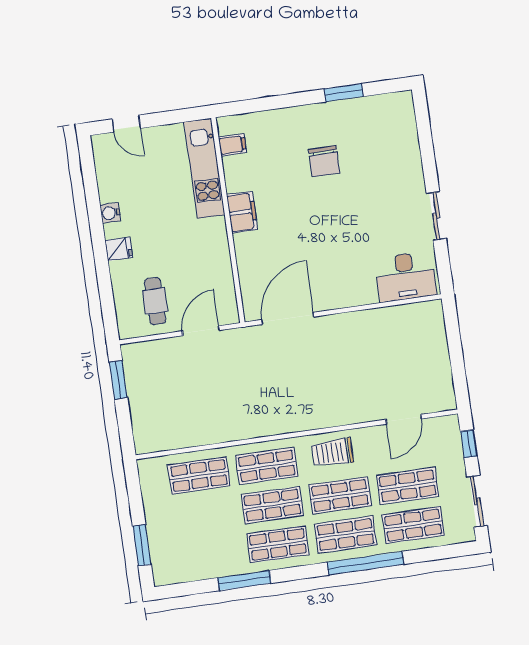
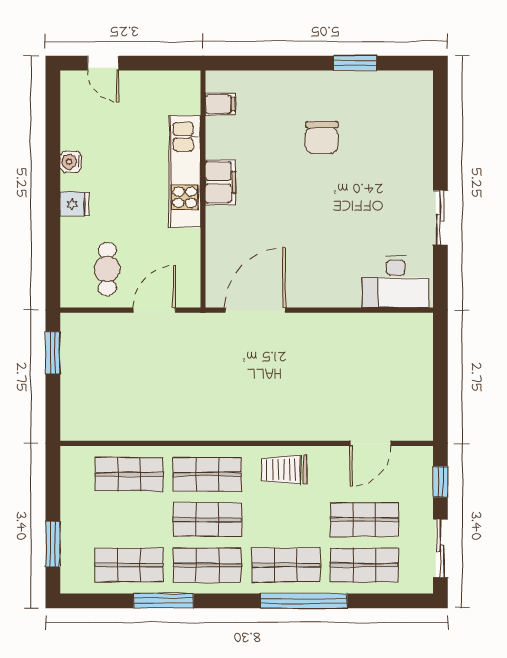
kitchen unit: (204, 168) -> (185, 172), moved
shop shelf: (340, 495) -> (129, 565), moved

